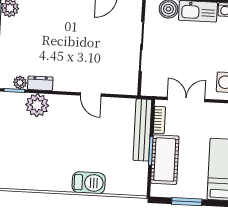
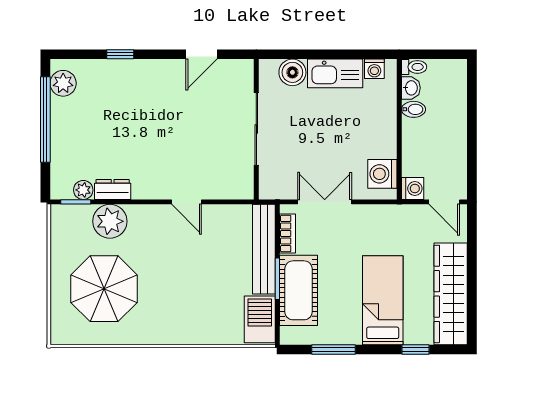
parasol: (31, 151) -> (104, 289), added
barbecue: (89, 183) -> (260, 319), moved, turned -90

